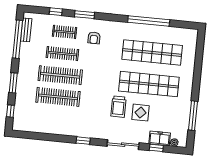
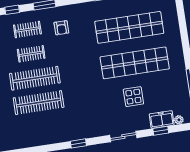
clothes rail: (62, 54) -> (31, 54), width x0.73
trolley: (118, 107) -> (108, 96), removed
sliding door: (123, 145) -> (123, 136), width x0.73

